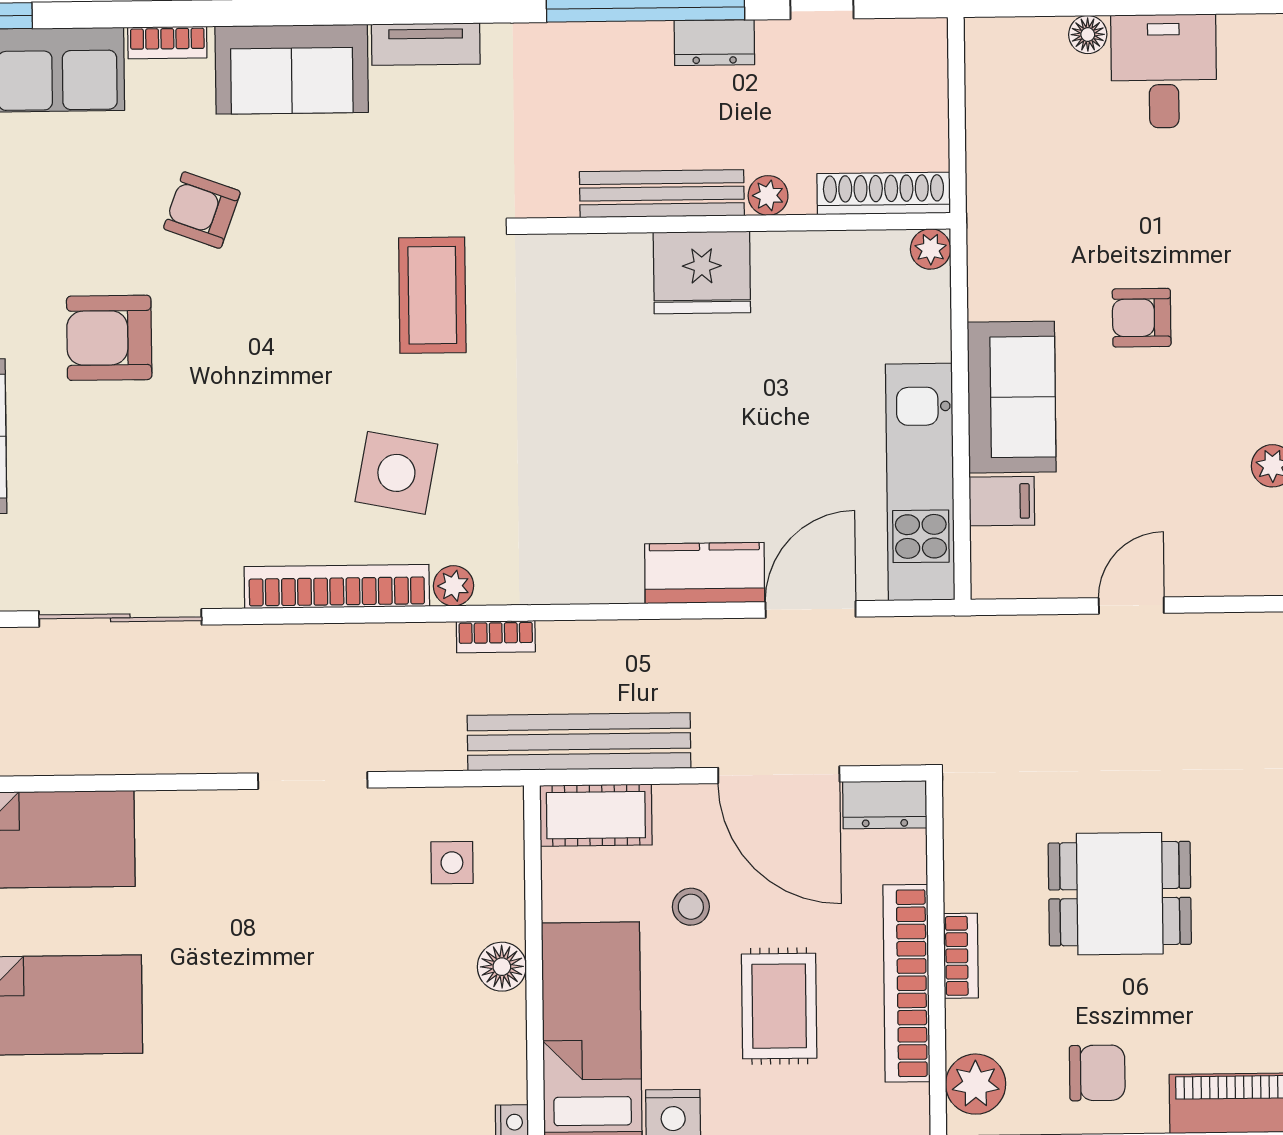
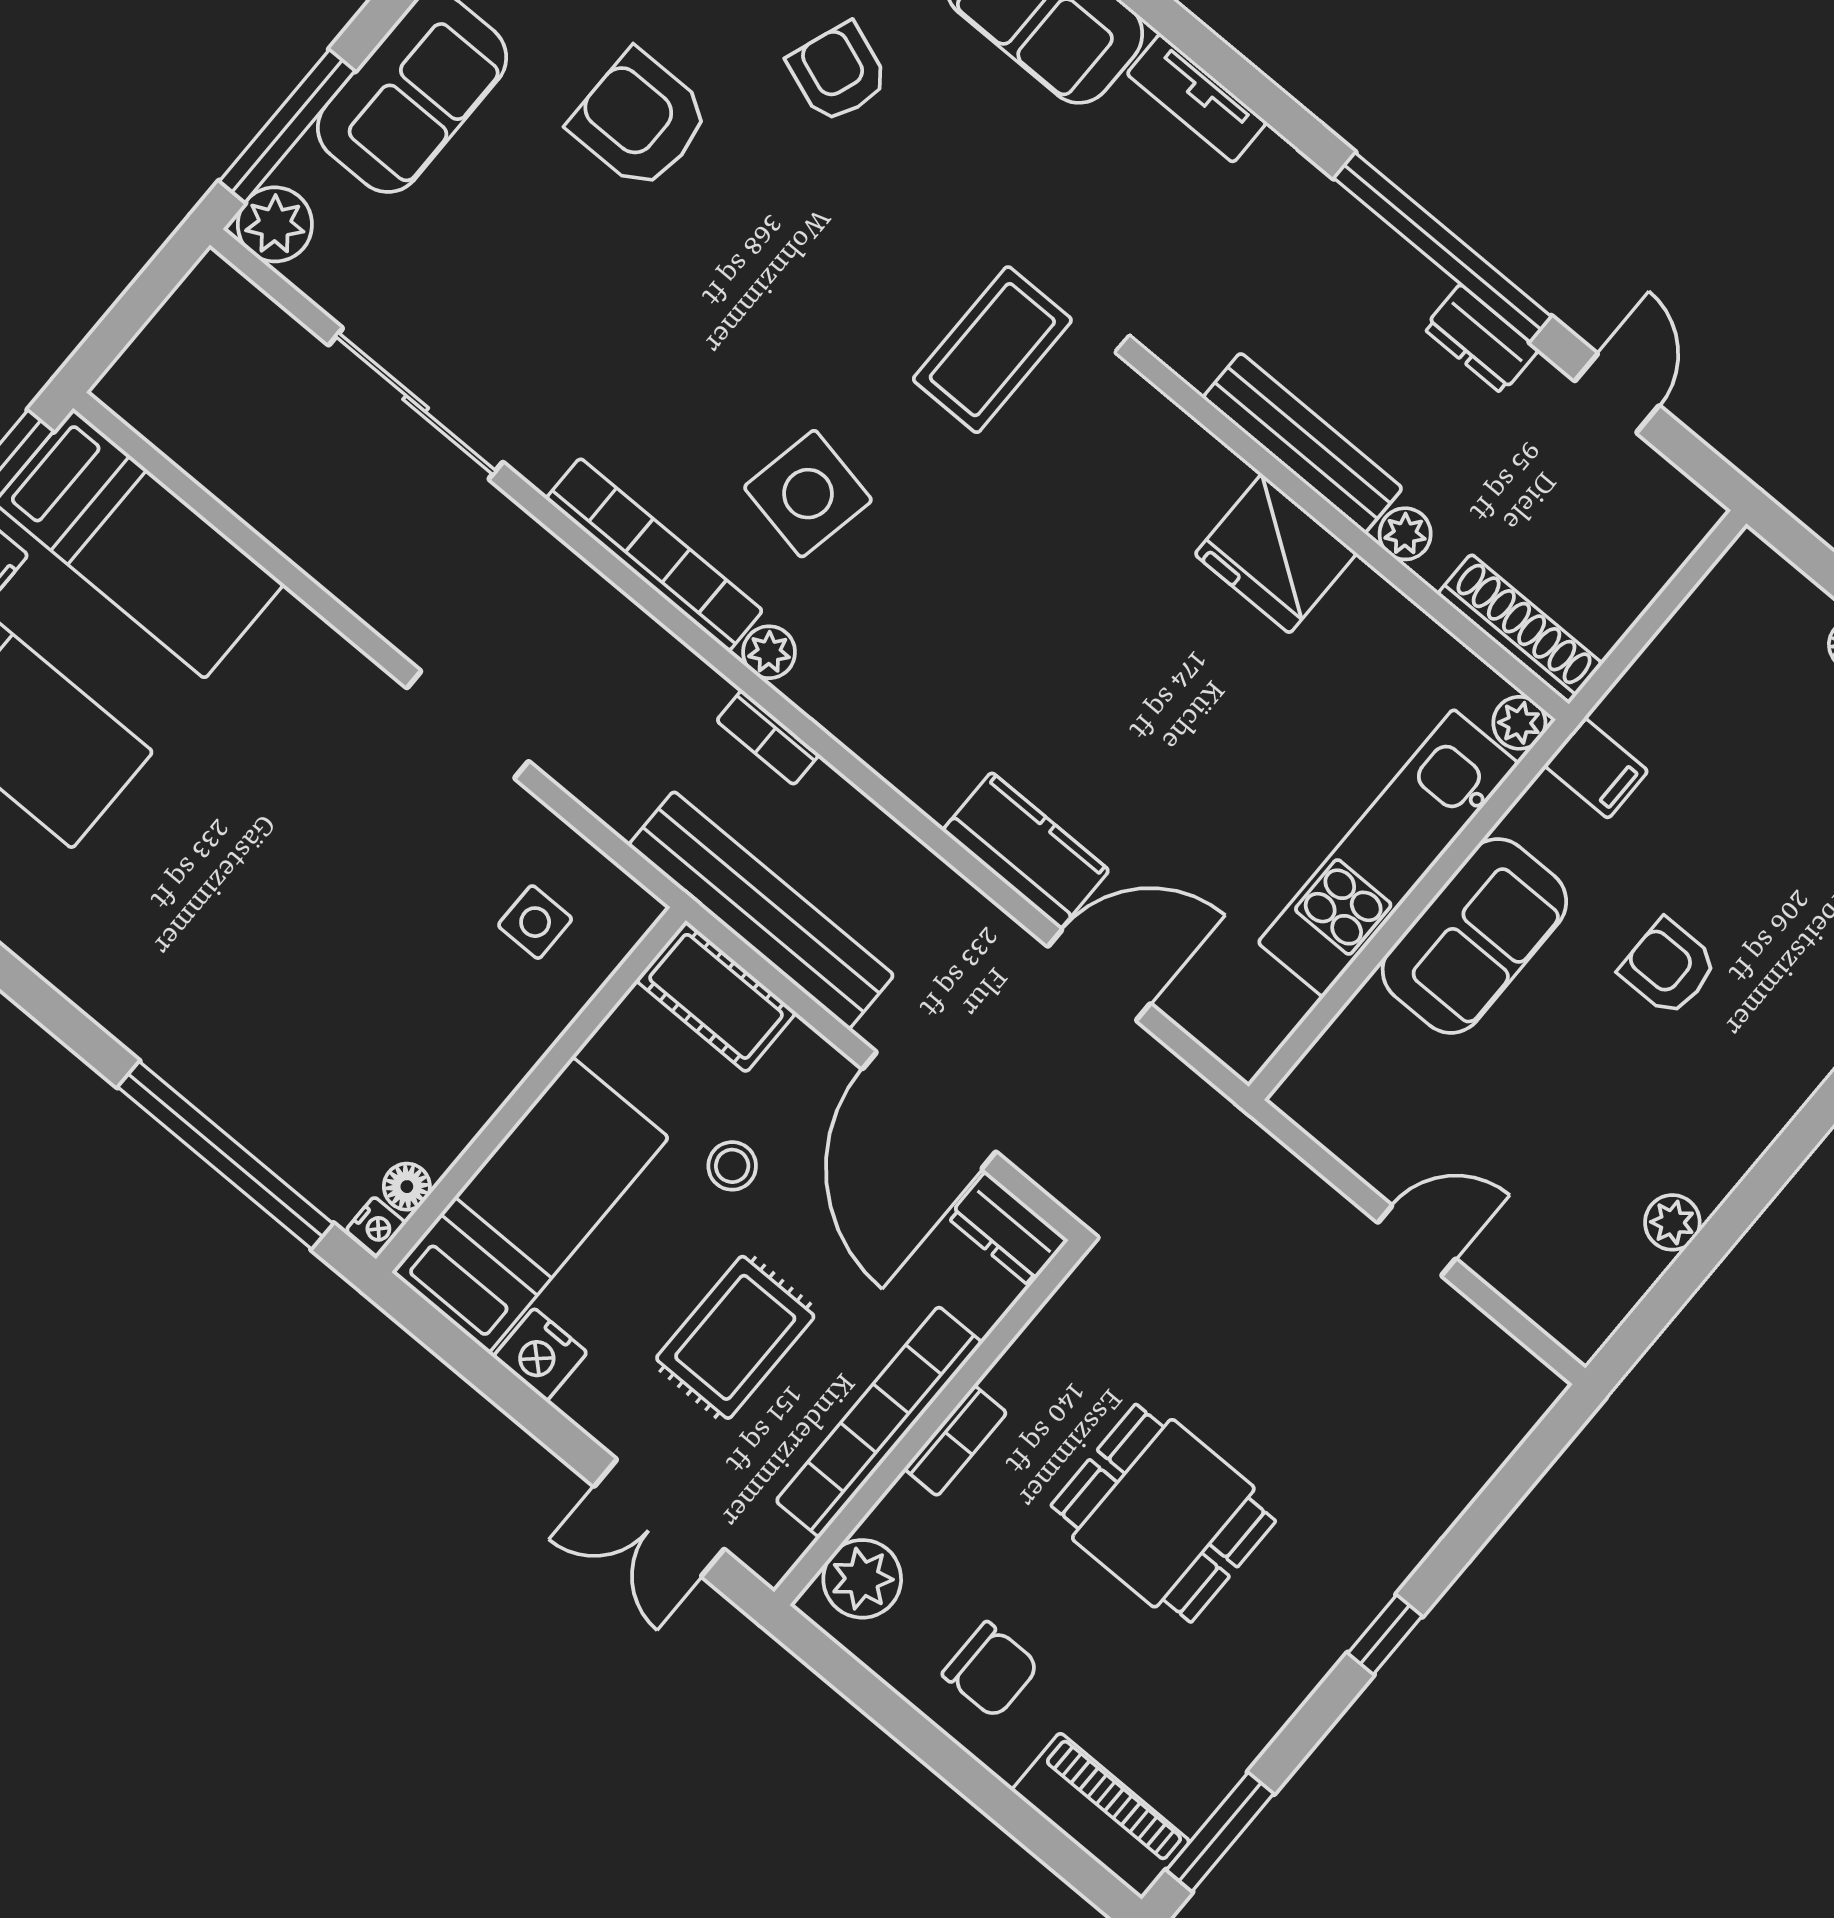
kitchen unit: (920, 482) -> (1388, 853), moved
filing cabinet: (1002, 501) -> (1596, 768), moved
floor lamp: (502, 967) -> (407, 1187), moved, width x0.73, depth x0.73

